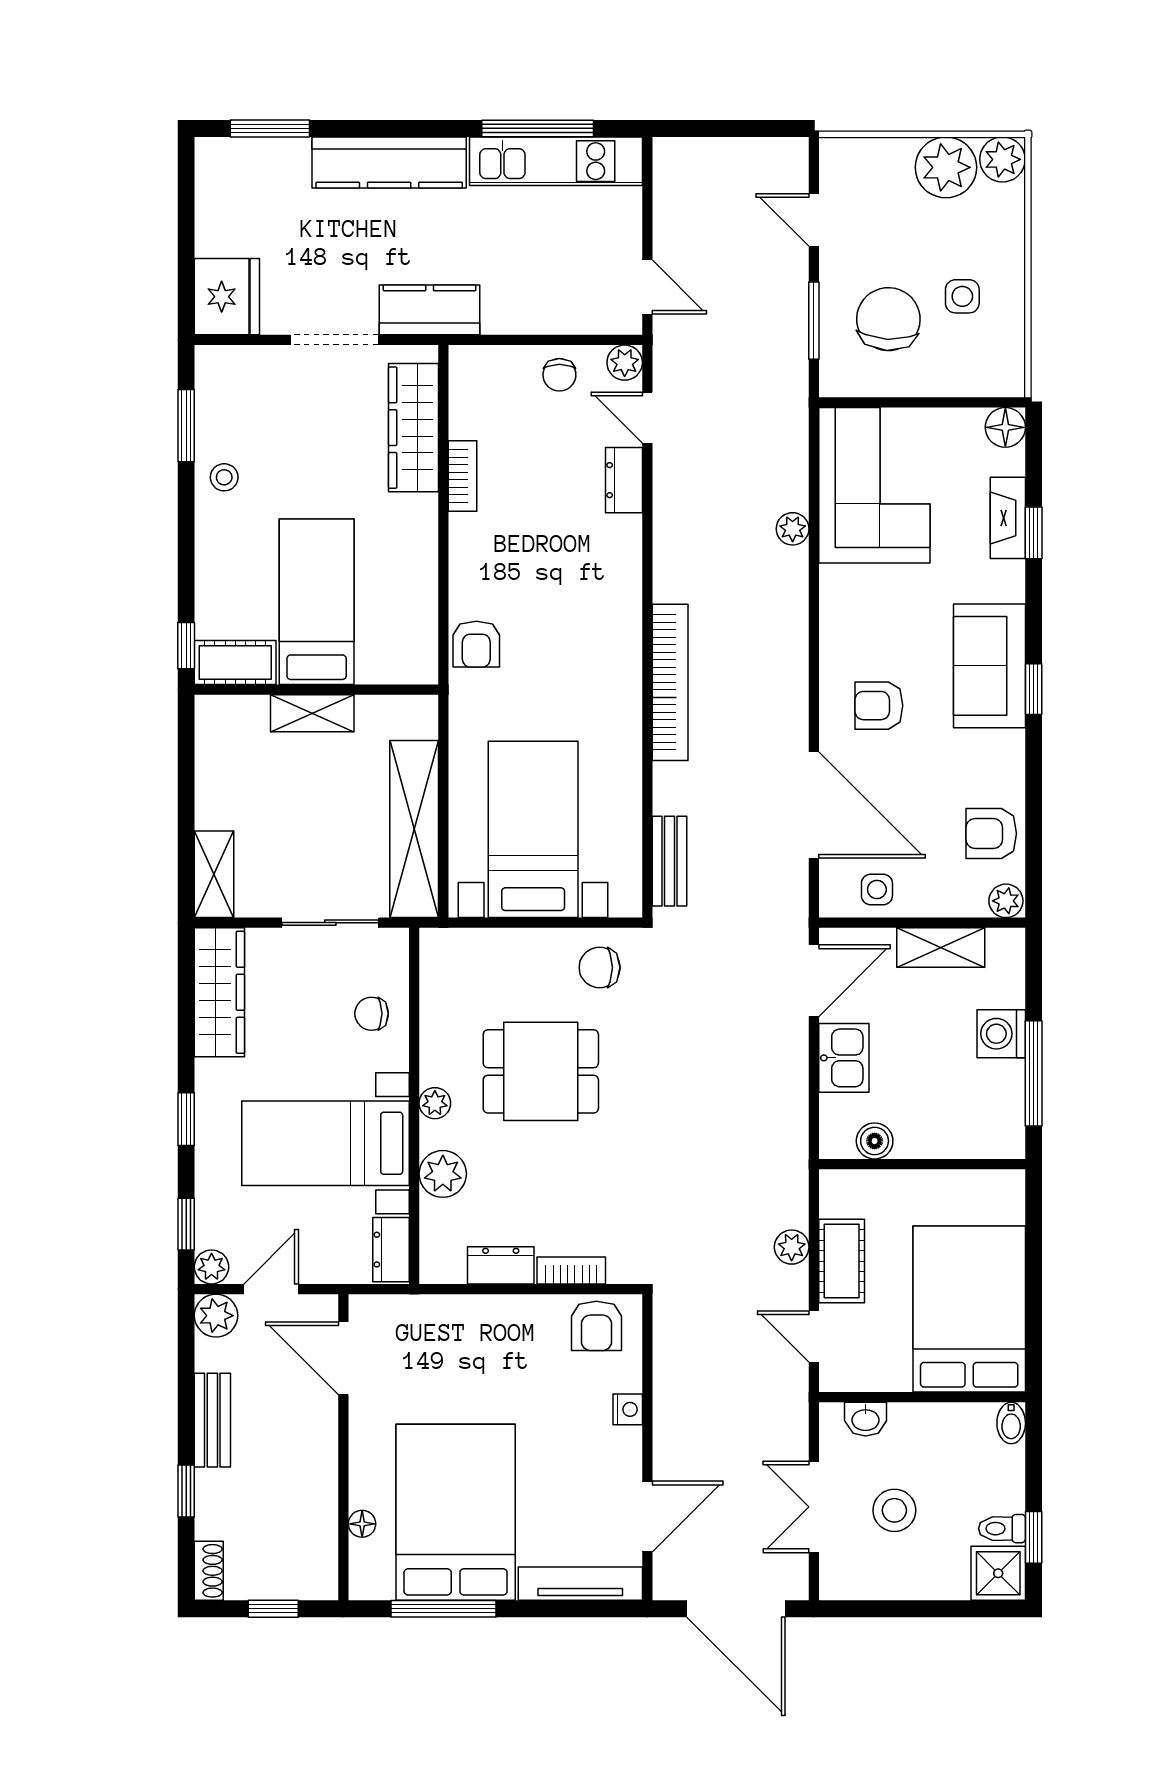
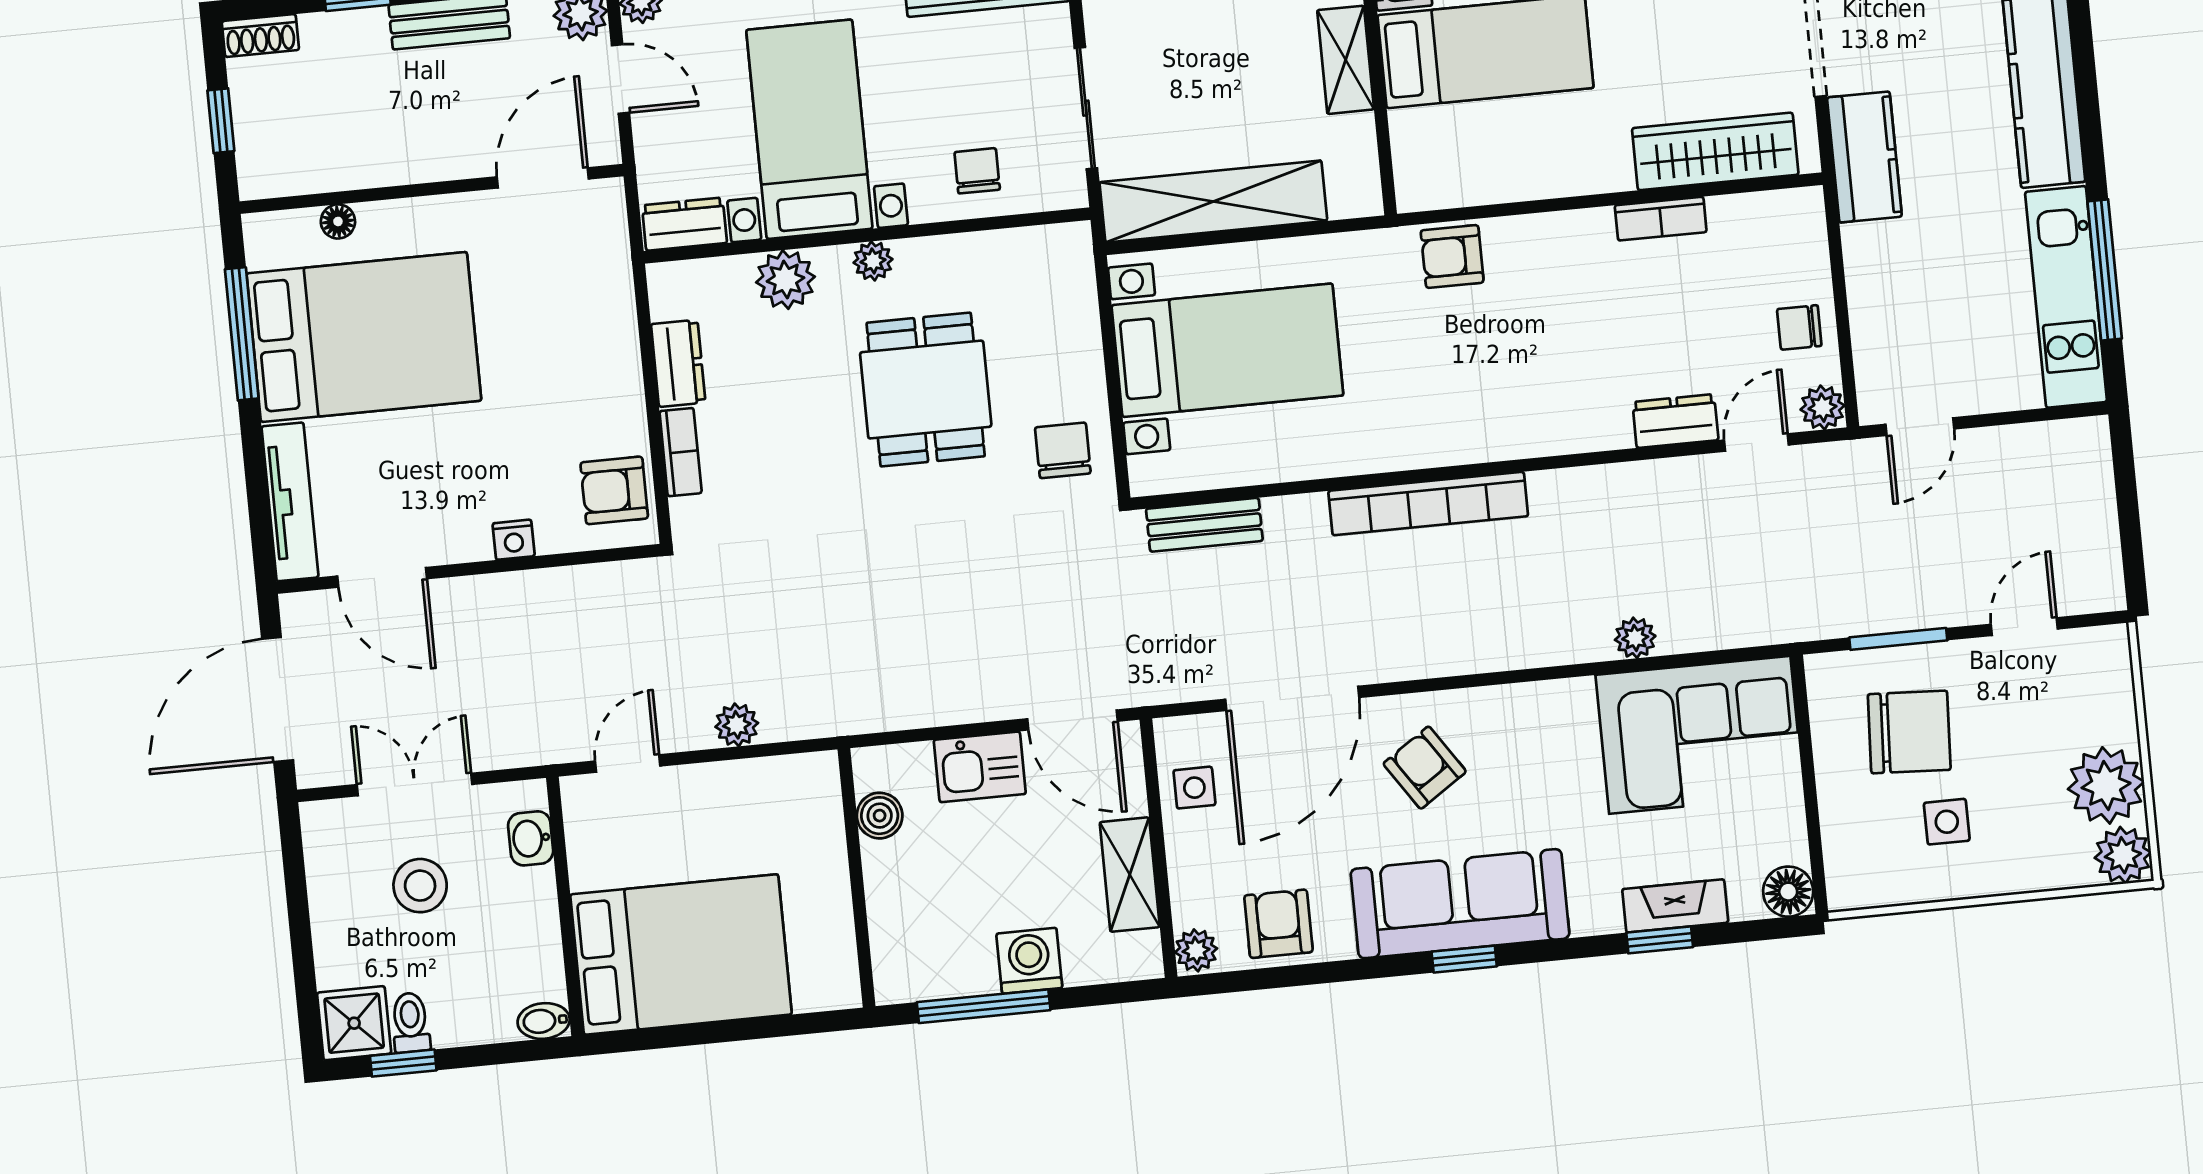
sofa: (989, 666) -> (1460, 904), width x1.36
armchair: (879, 706) -> (1425, 768), turned -34
cot: (842, 1261) -> (725, 789), removed

